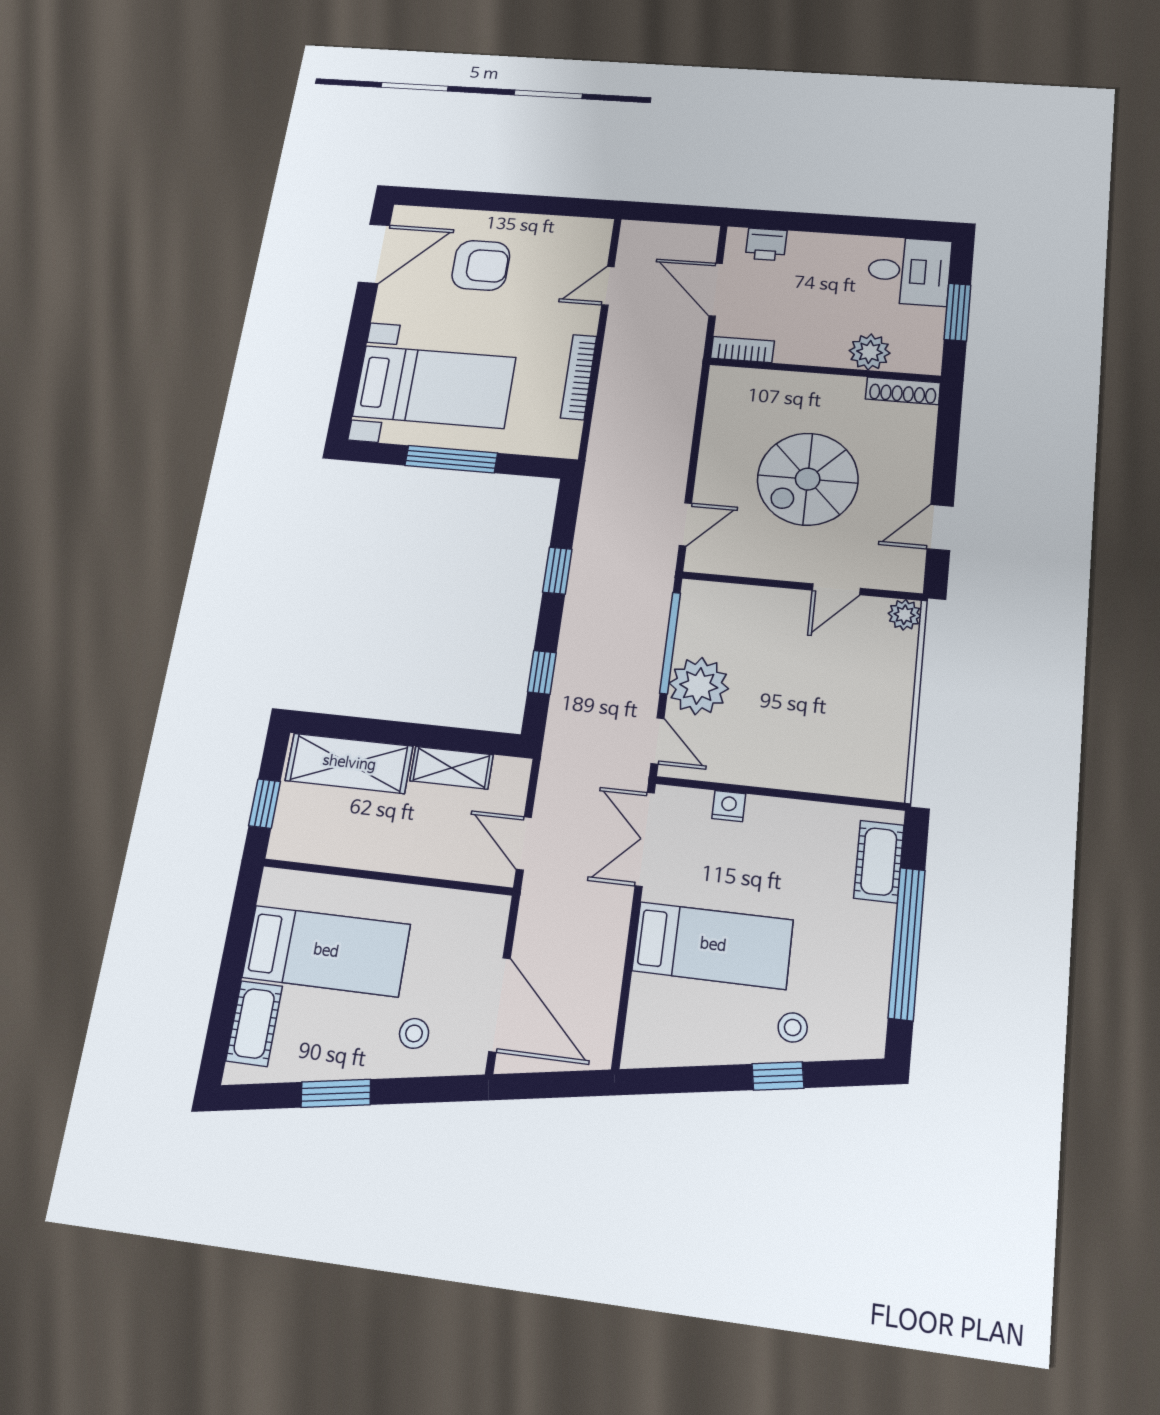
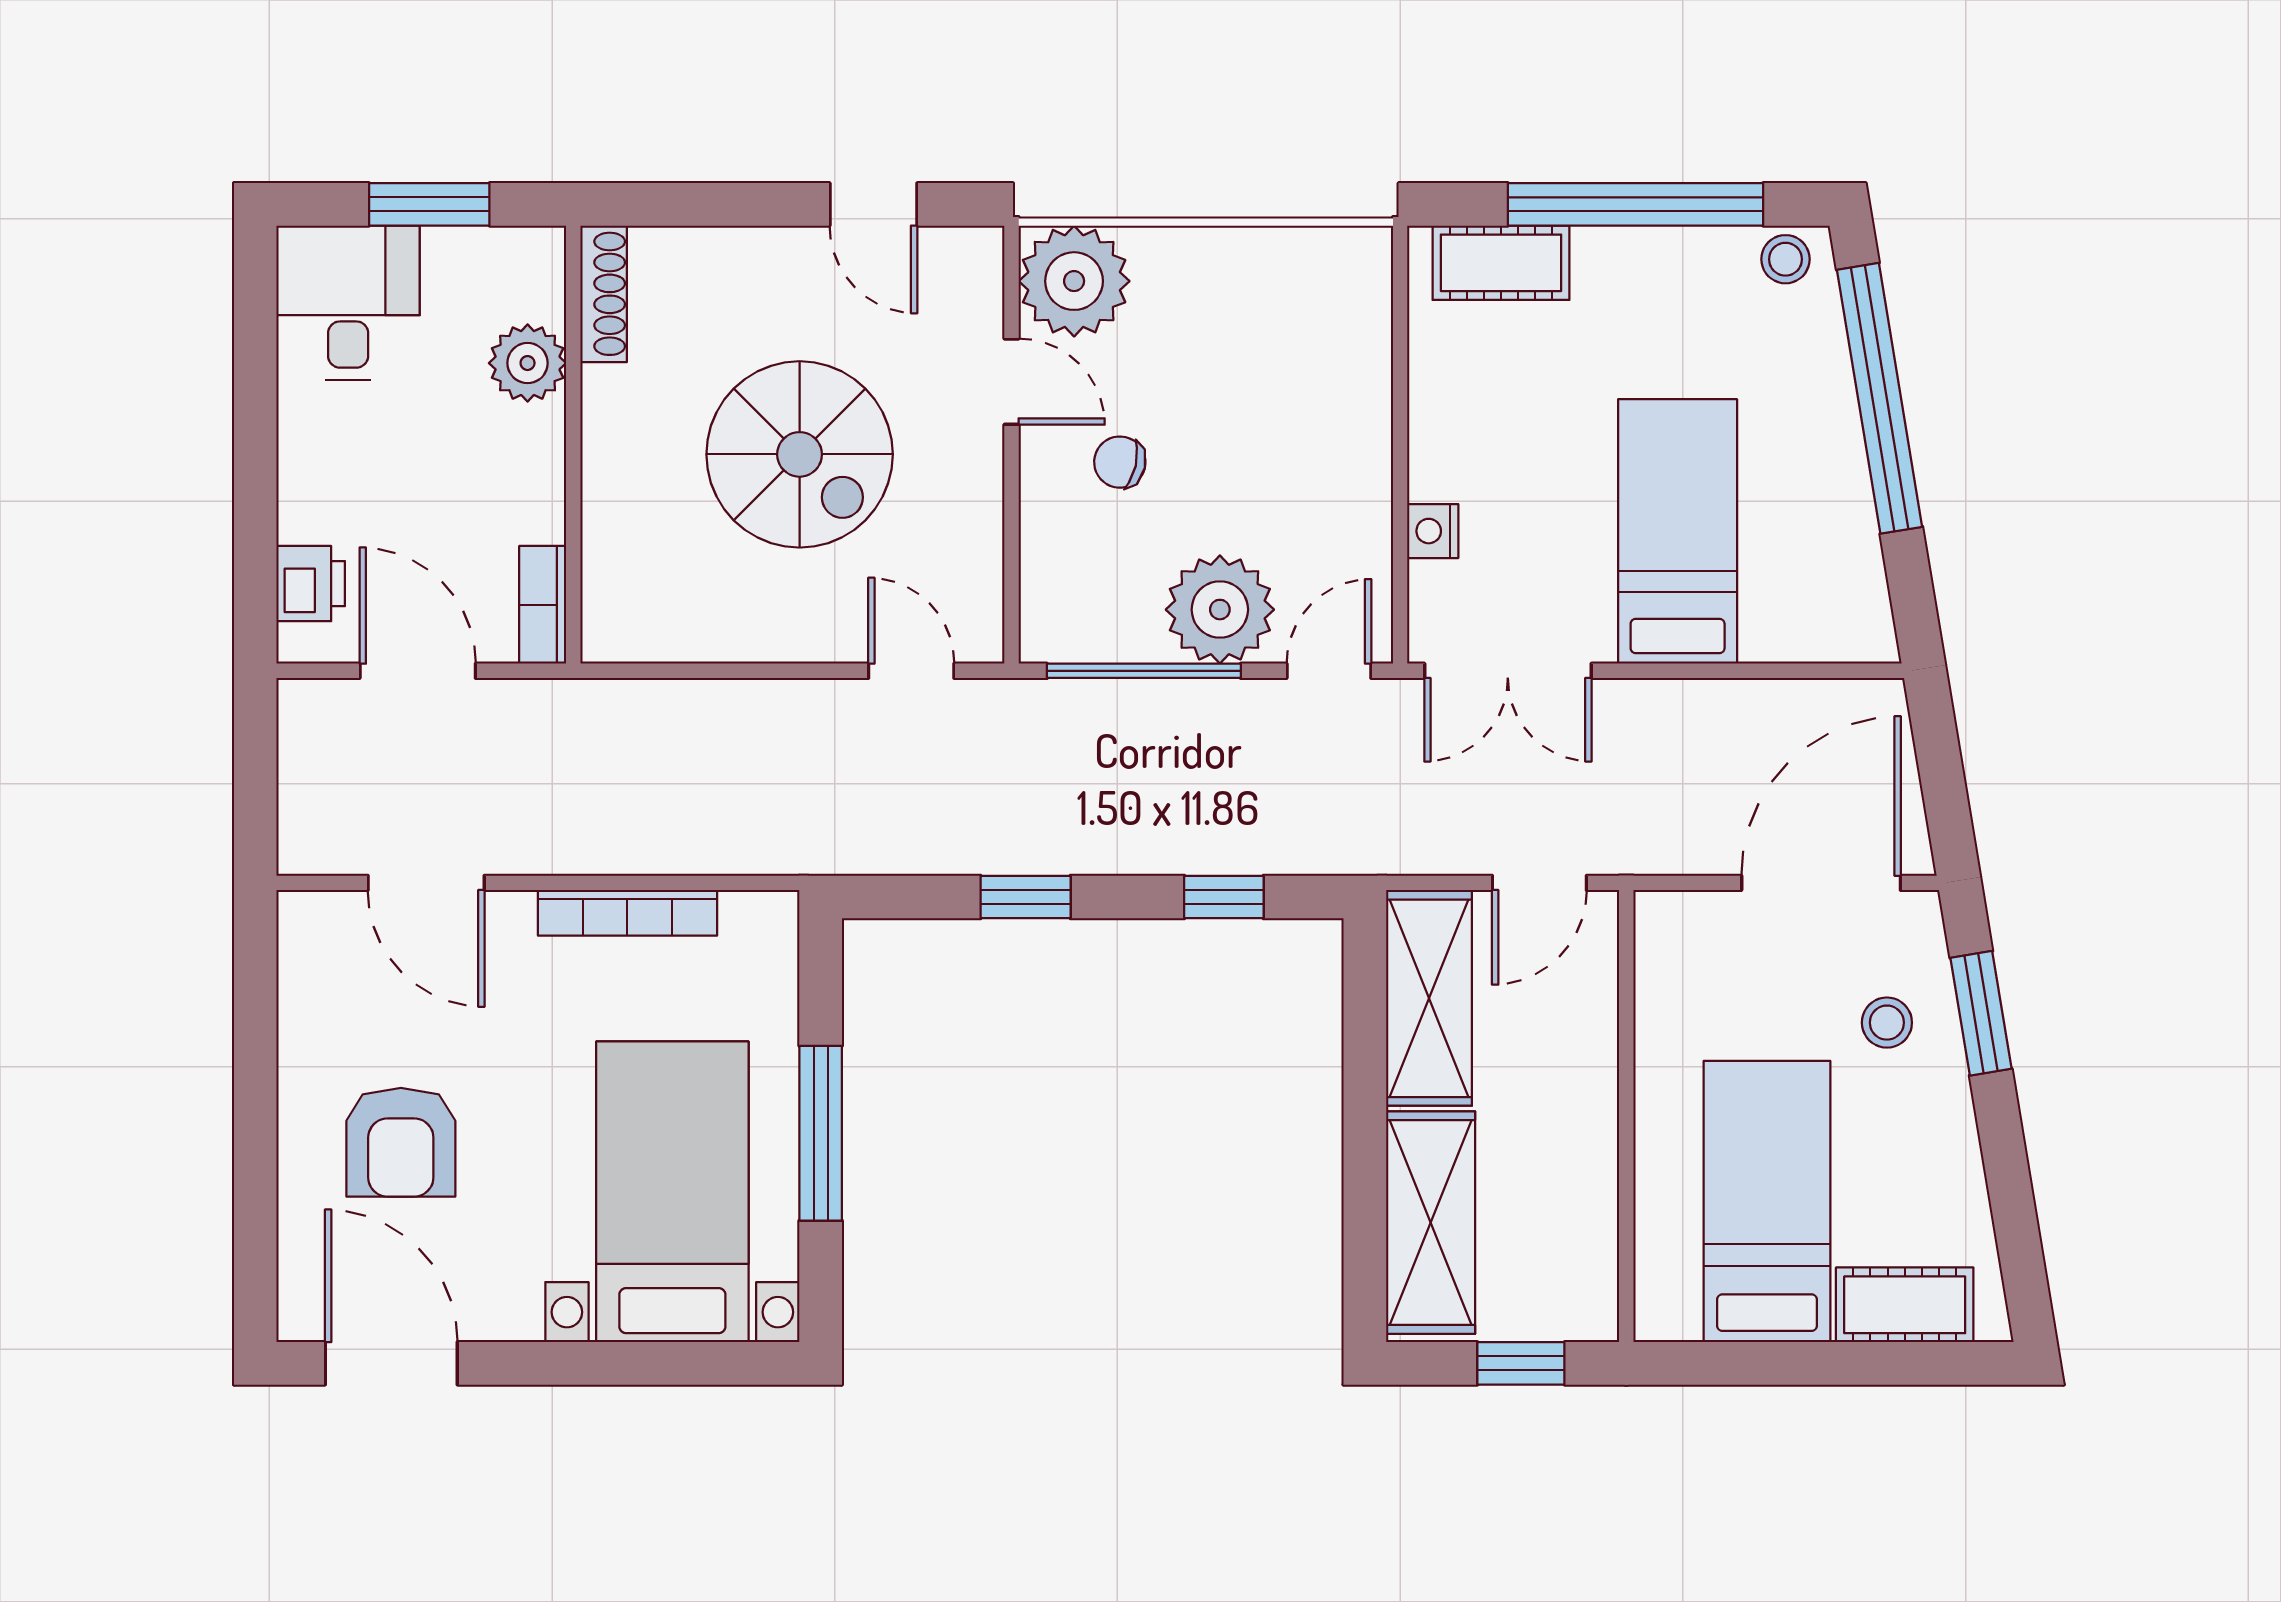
armchair: (481, 265) -> (401, 1142), turned 180
door: (608, 286) -> (426, 883), width x1.38
door: (716, 290) -> (418, 671), swing flipped
plant: (905, 615) -> (1074, 281), width x1.88, depth x1.88
chair: (786, 641) -> (1120, 462), added
shelving: (451, 768) -> (1429, 998), width x1.50, depth x1.33
stool: (793, 1027) -> (1785, 259), moved
window: (778, 1076) -> (1880, 398), width x3.17
window: (336, 1093) -> (1981, 1013), moved

